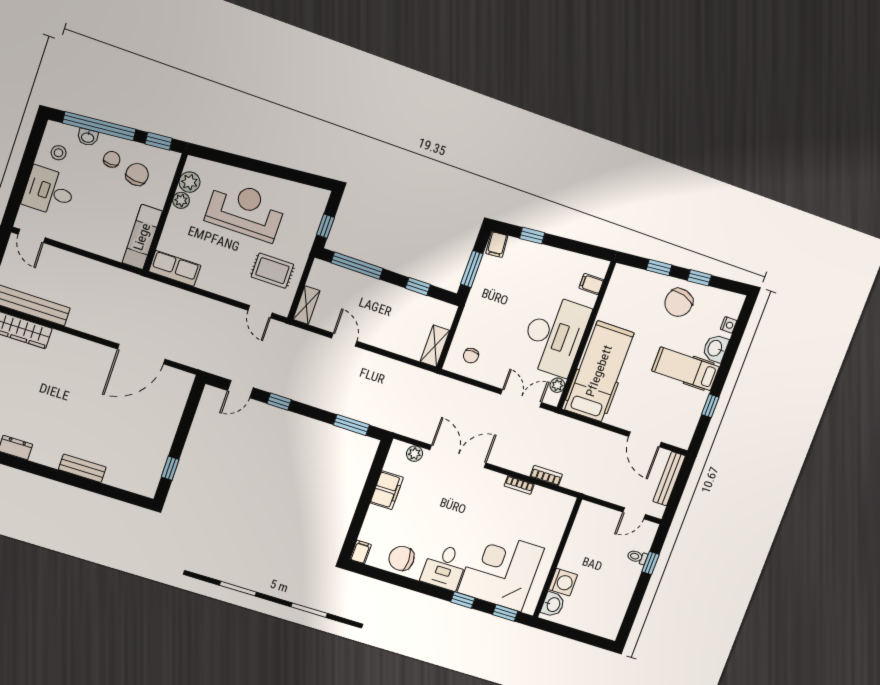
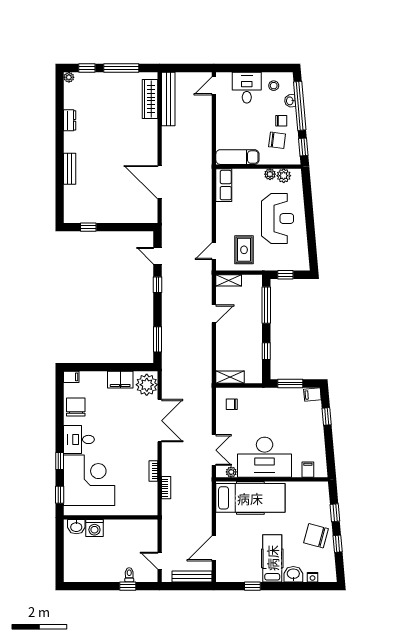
plant: (415, 454) -> (147, 385), width x1.87, depth x1.87

